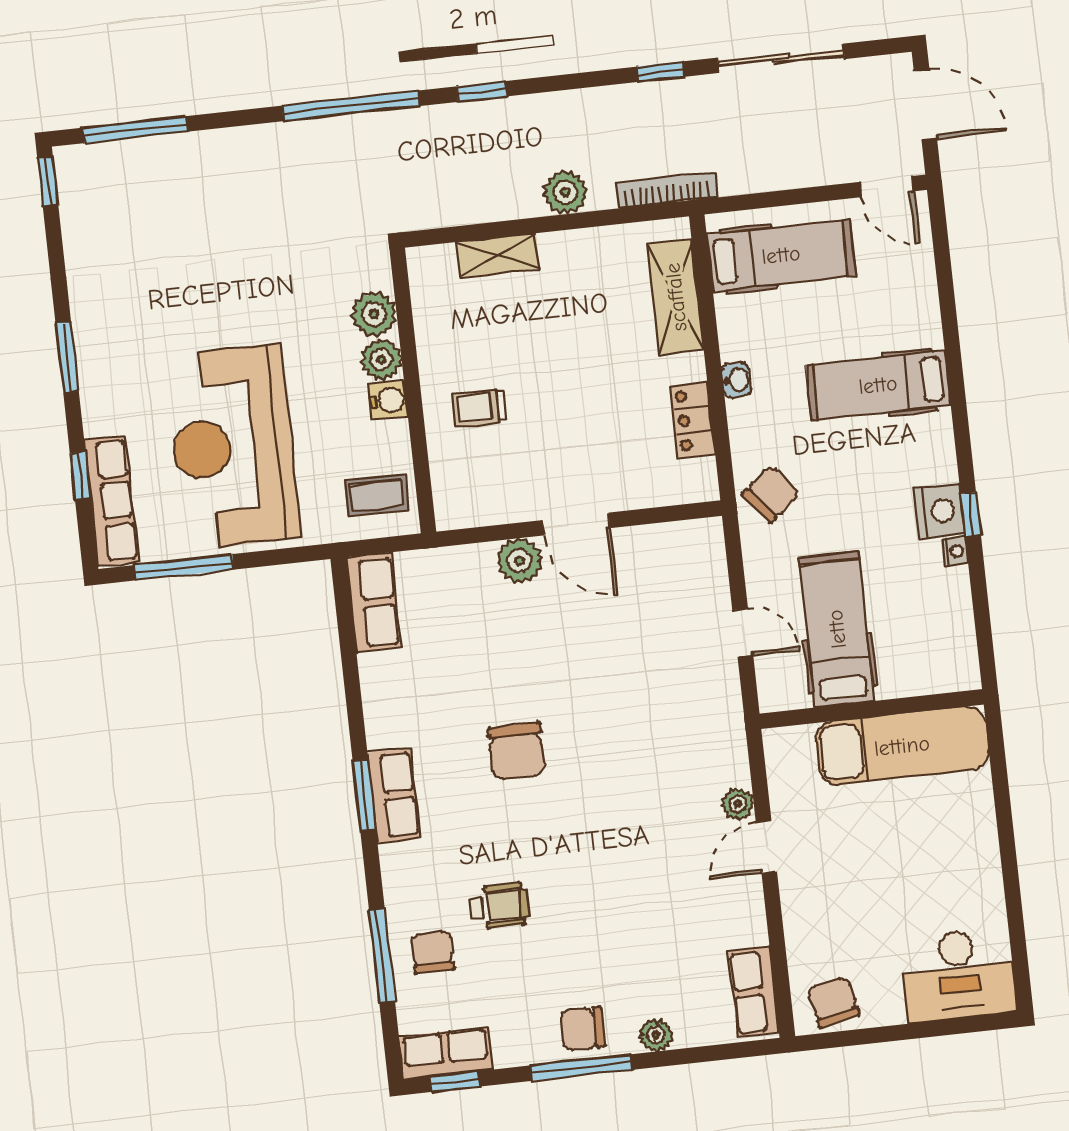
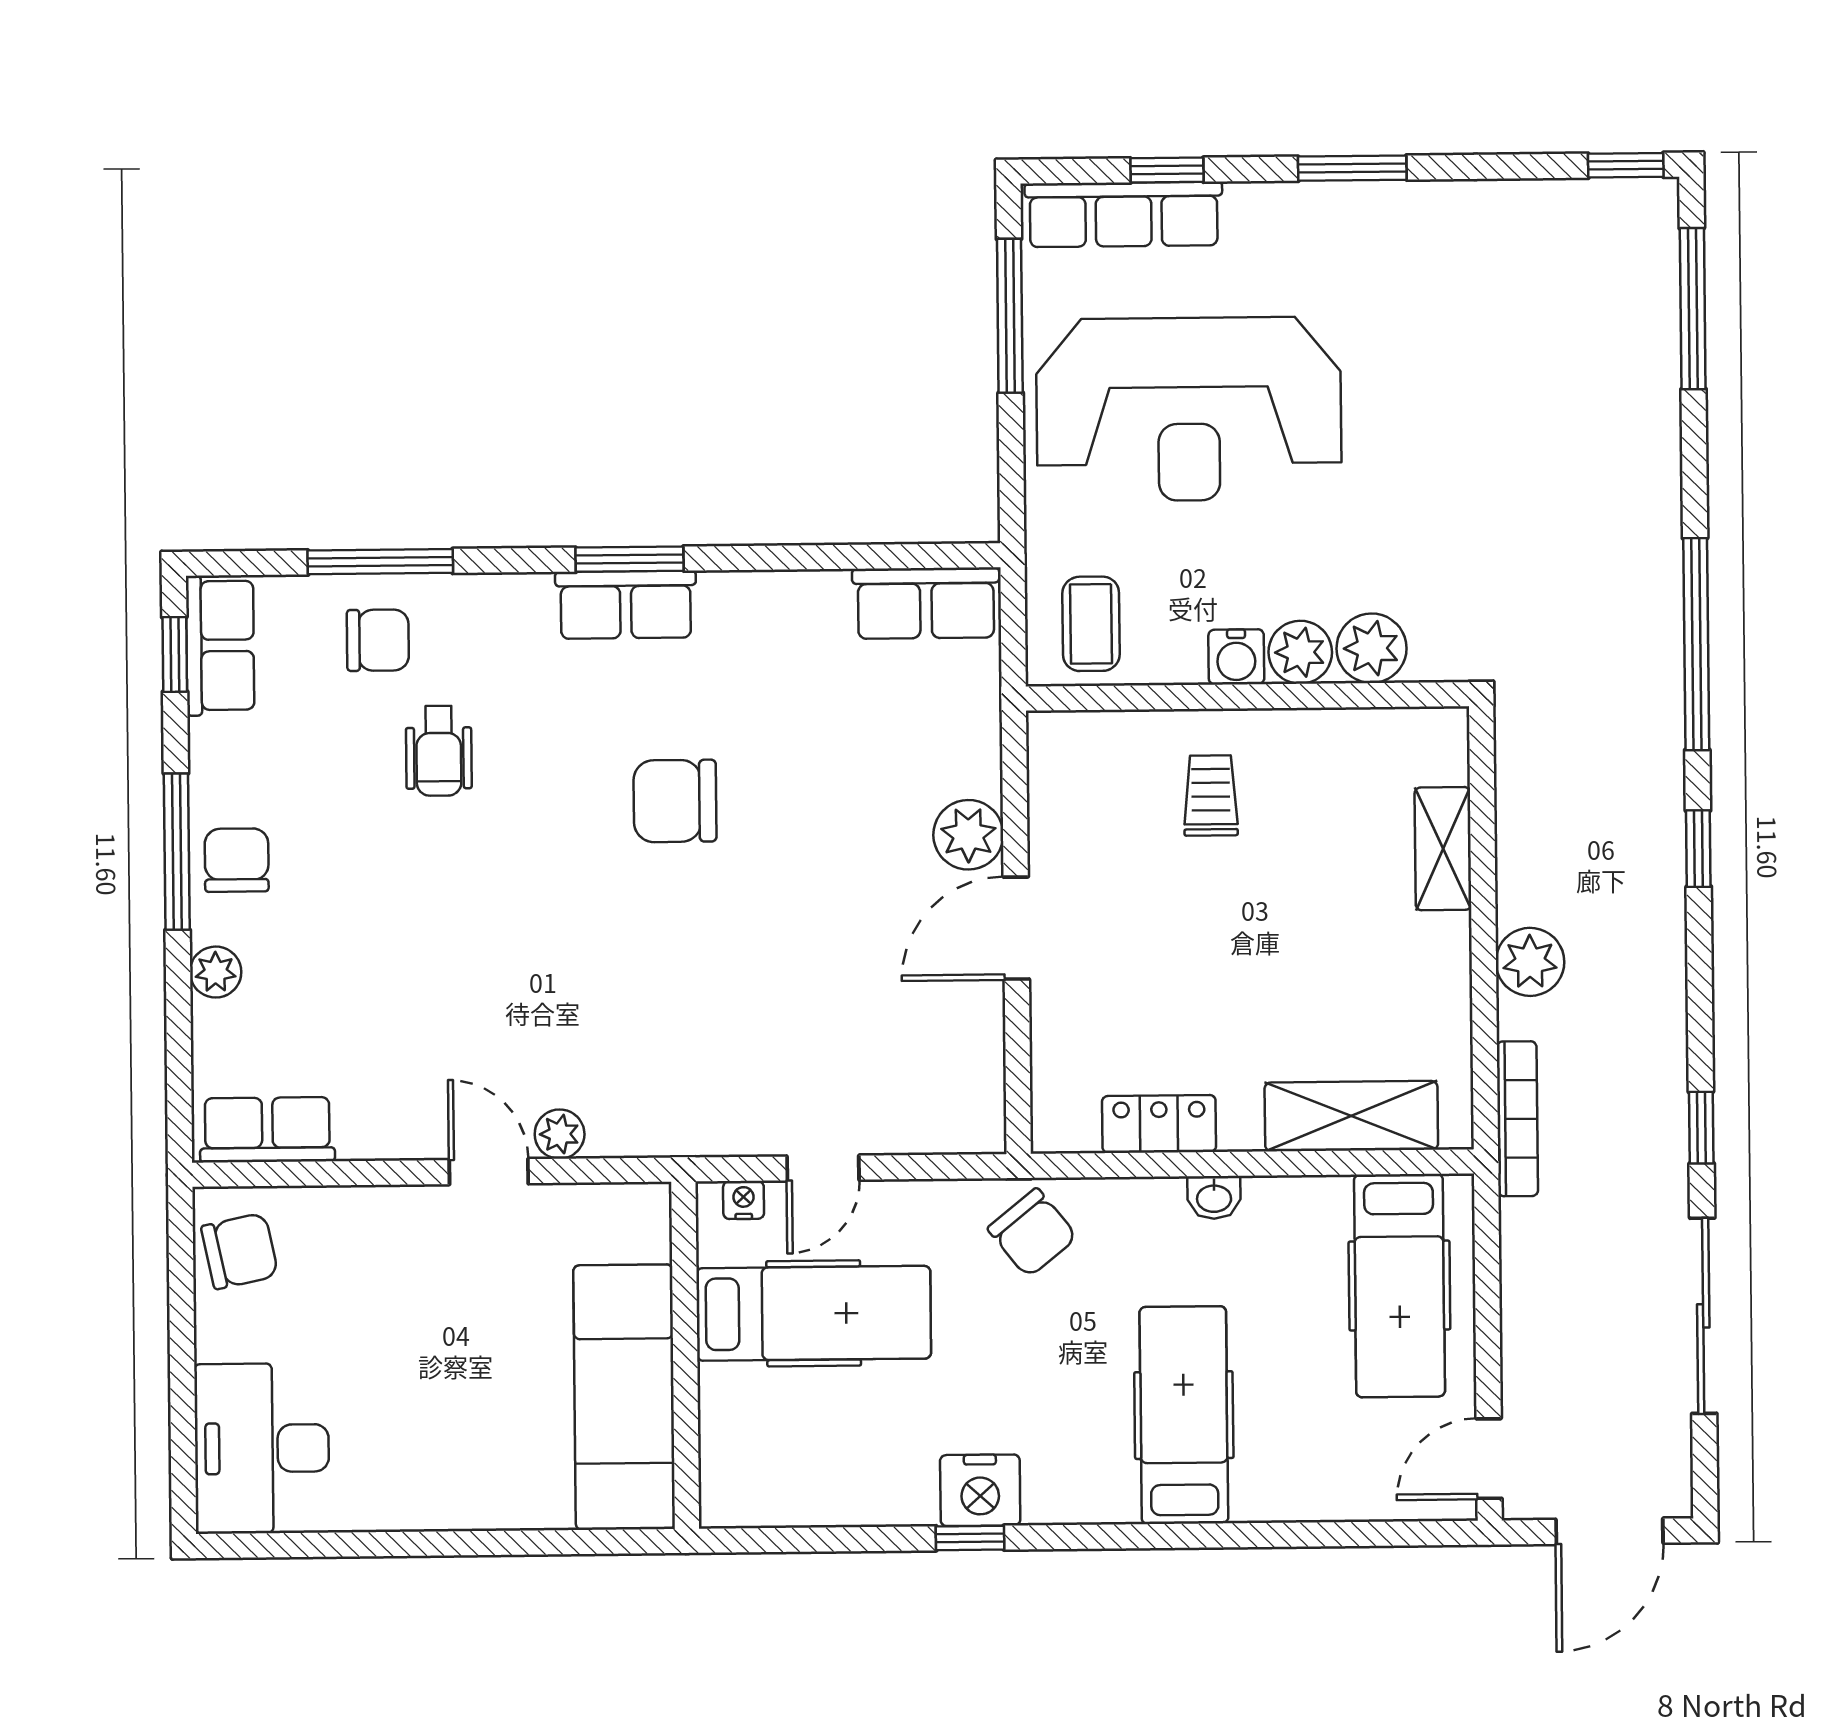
reception desk: (232, 447) -> (1189, 409), turned 180
nightstand: (955, 551) -> (744, 1200), moved, turned 180

